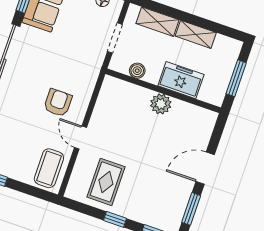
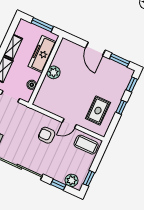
freezer: (181, 80) -> (42, 54), width x1.40
rug: (106, 182) -> (98, 111), turned 90

